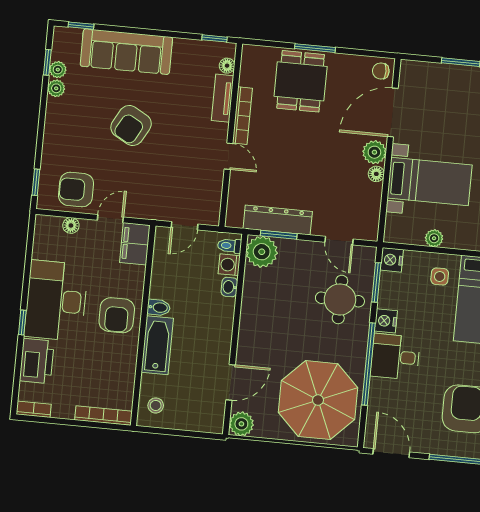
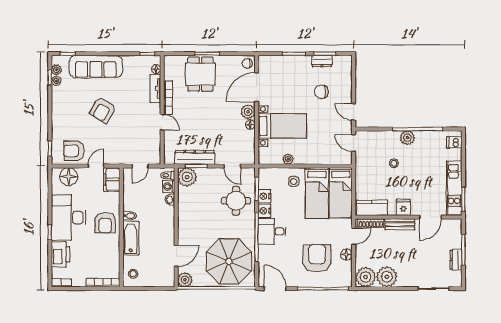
plant: (56, 88) -> (56, 70), moved
floor lamp: (71, 225) -> (69, 177), width x1.89, depth x1.89
nightstand: (392, 260) -> (264, 196), moved

